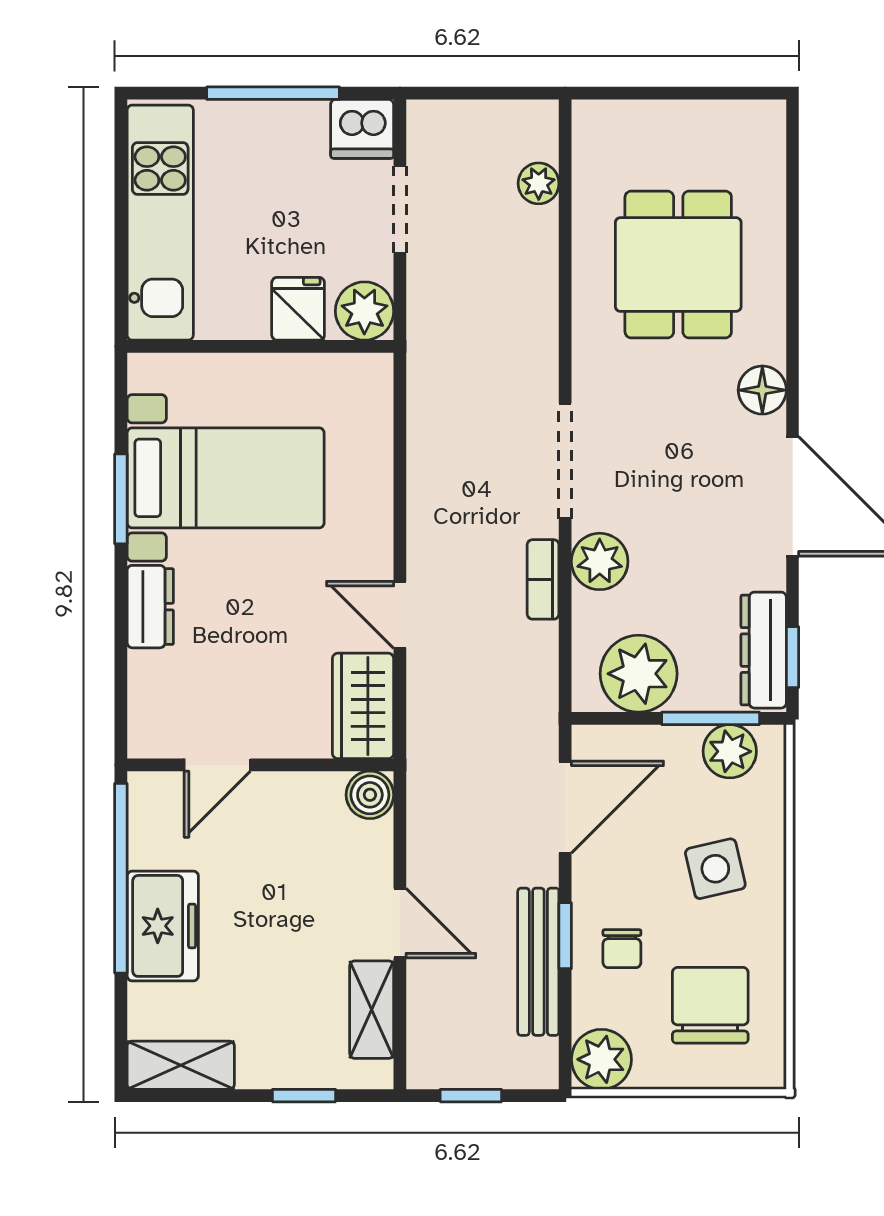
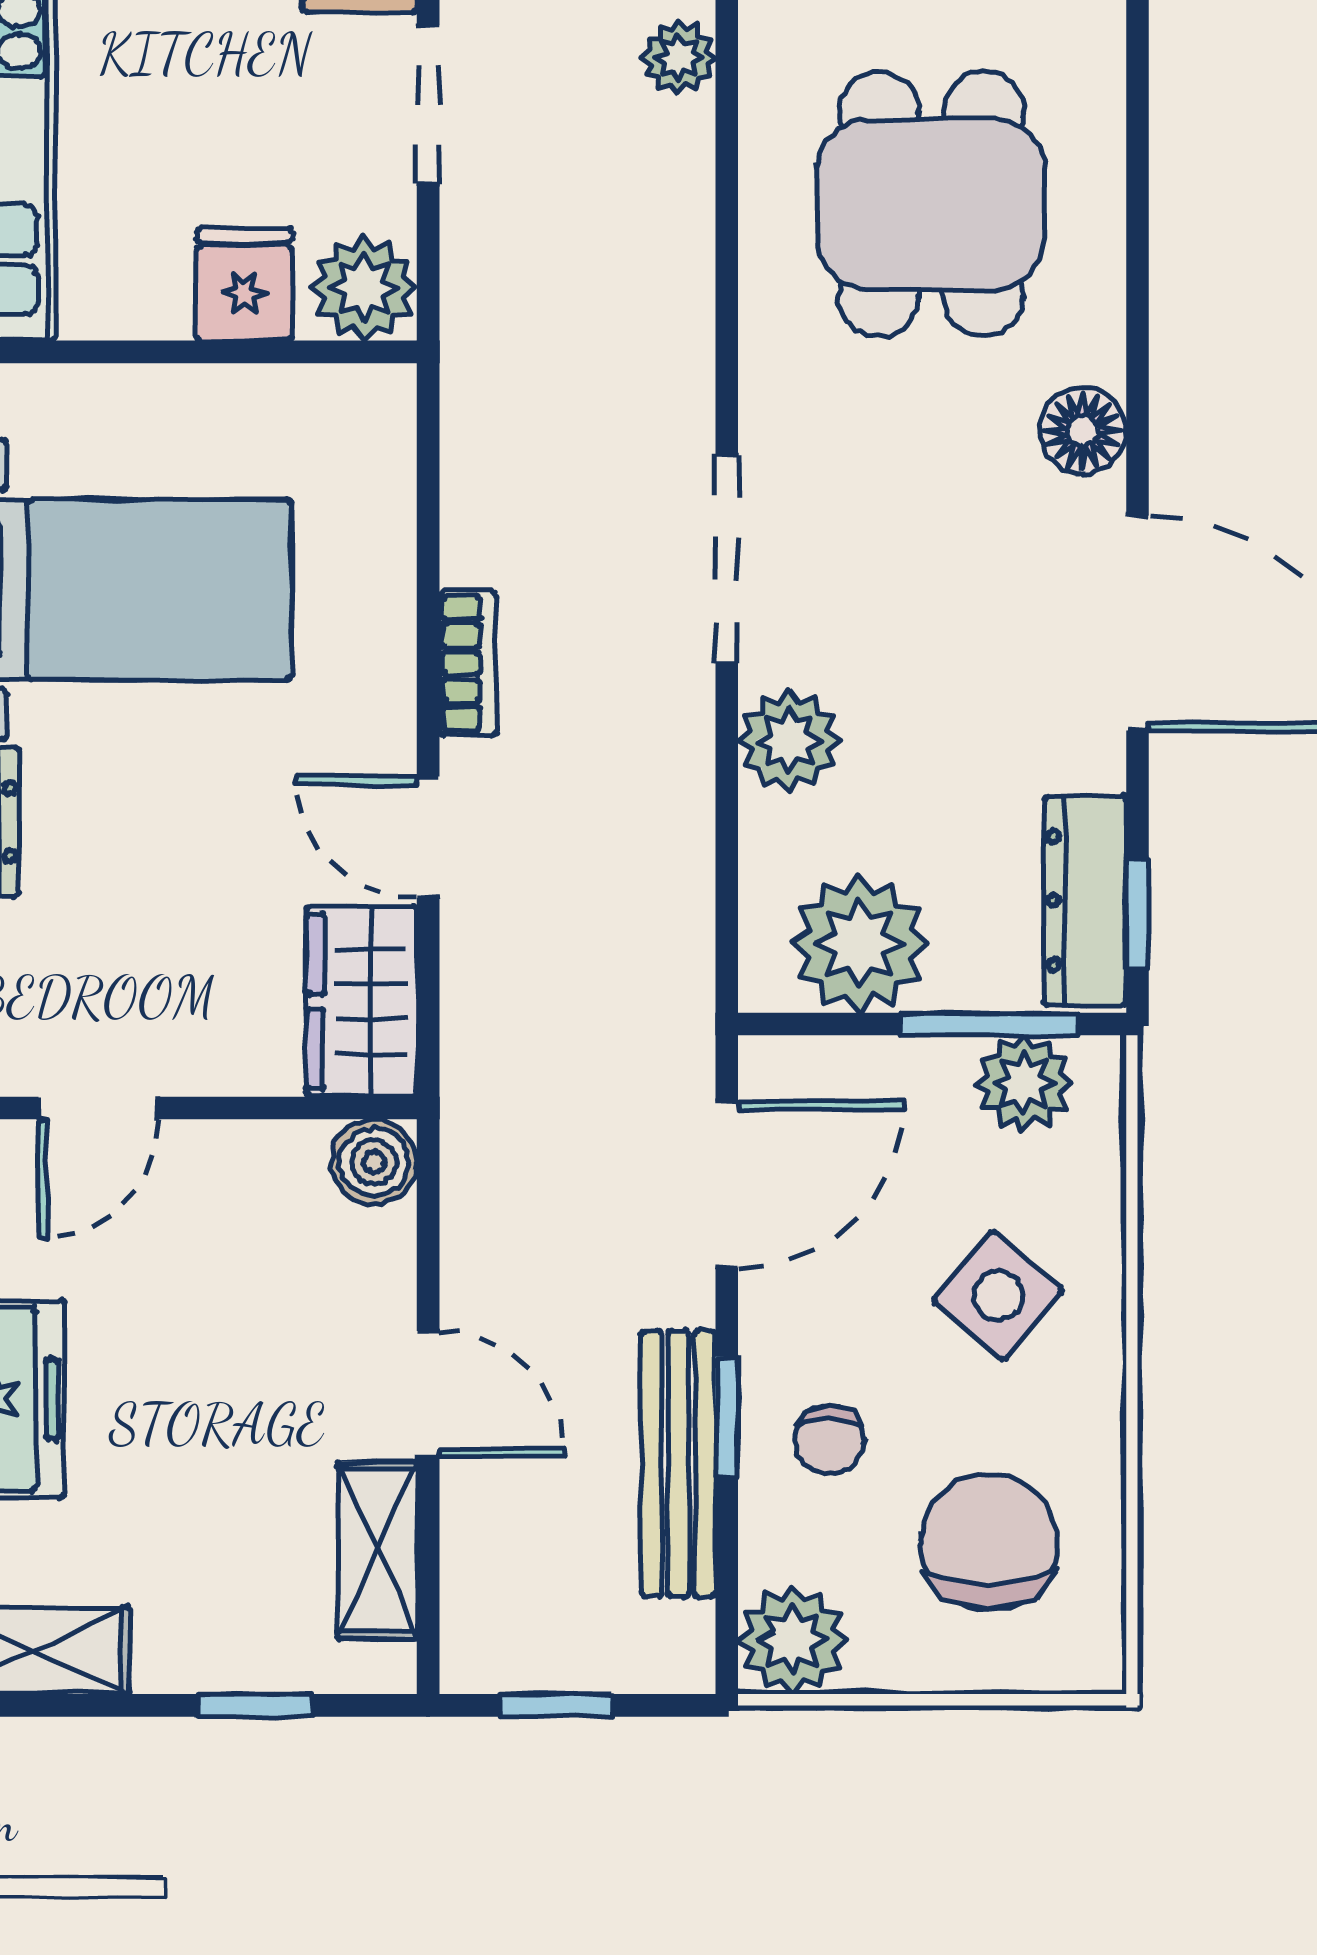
bookcase: (543, 579) -> (468, 663), moved, turned 180
side table: (715, 869) -> (998, 1296), turned -37

